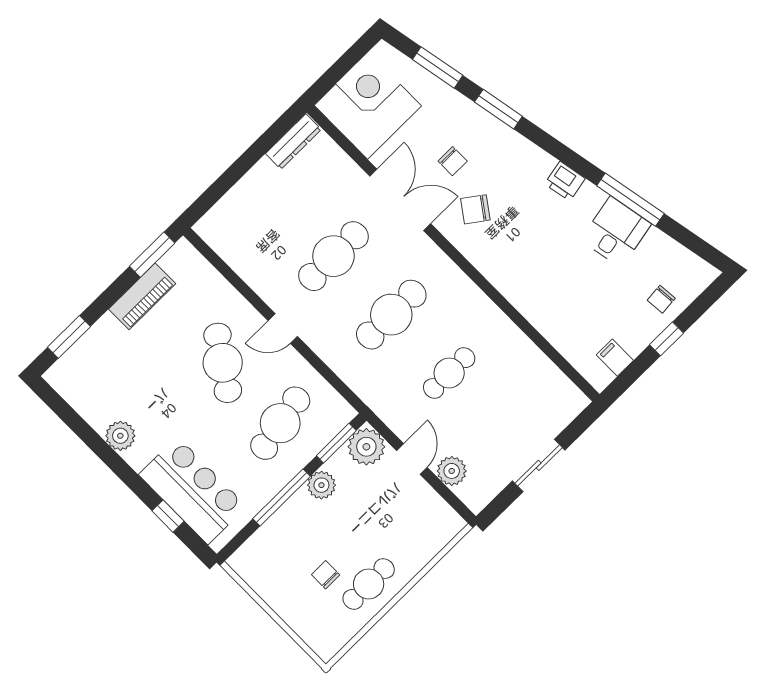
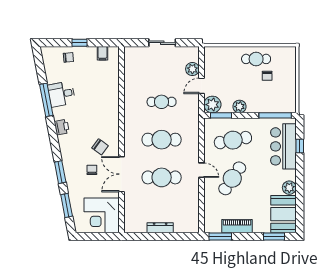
dresser: (293, 142) -> (160, 228), moved
booth: (89, 386) -> (283, 214), added
window: (281, 497) -> (275, 115), moved

